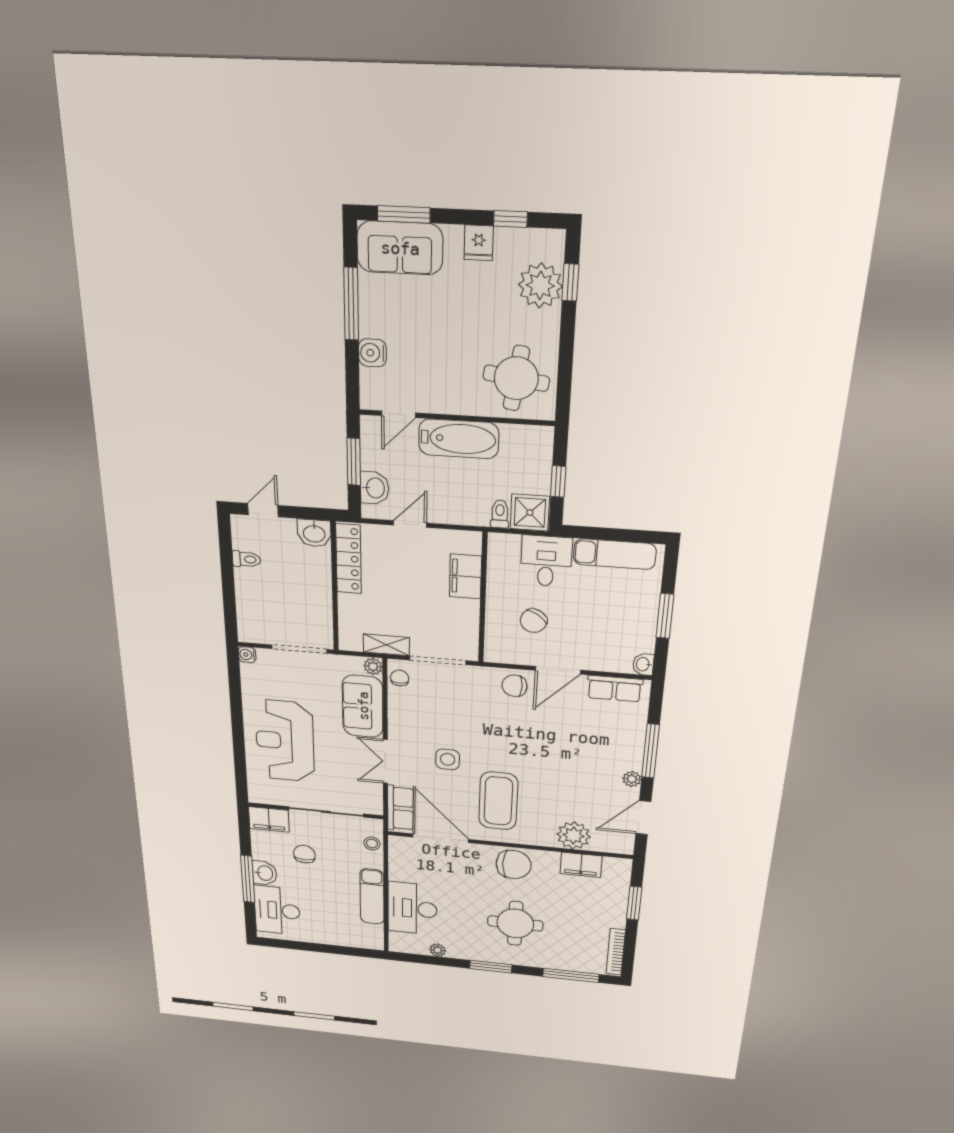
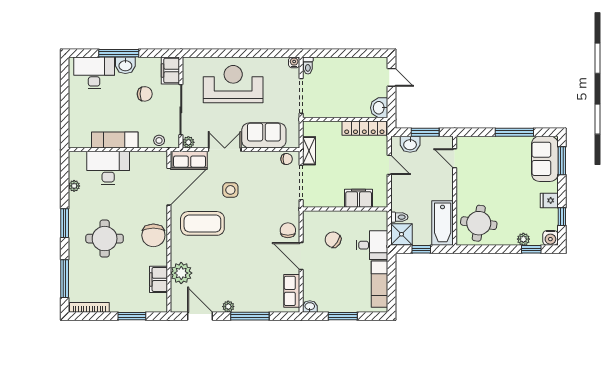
plant: (540, 286) -> (523, 239), width x0.53, depth x0.53
water cooler: (372, 353) -> (550, 238), moved, turned 180
bathtub: (459, 439) -> (443, 223), moved
toilet: (246, 559) -> (308, 66), moved
plant: (373, 666) -> (188, 142), moved

